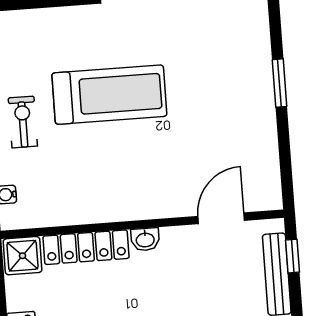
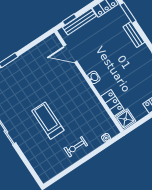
treadmill: (109, 95) -> (48, 121), width x0.73, depth x0.73
locker: (86, 247) -> (112, 103), width x0.66

